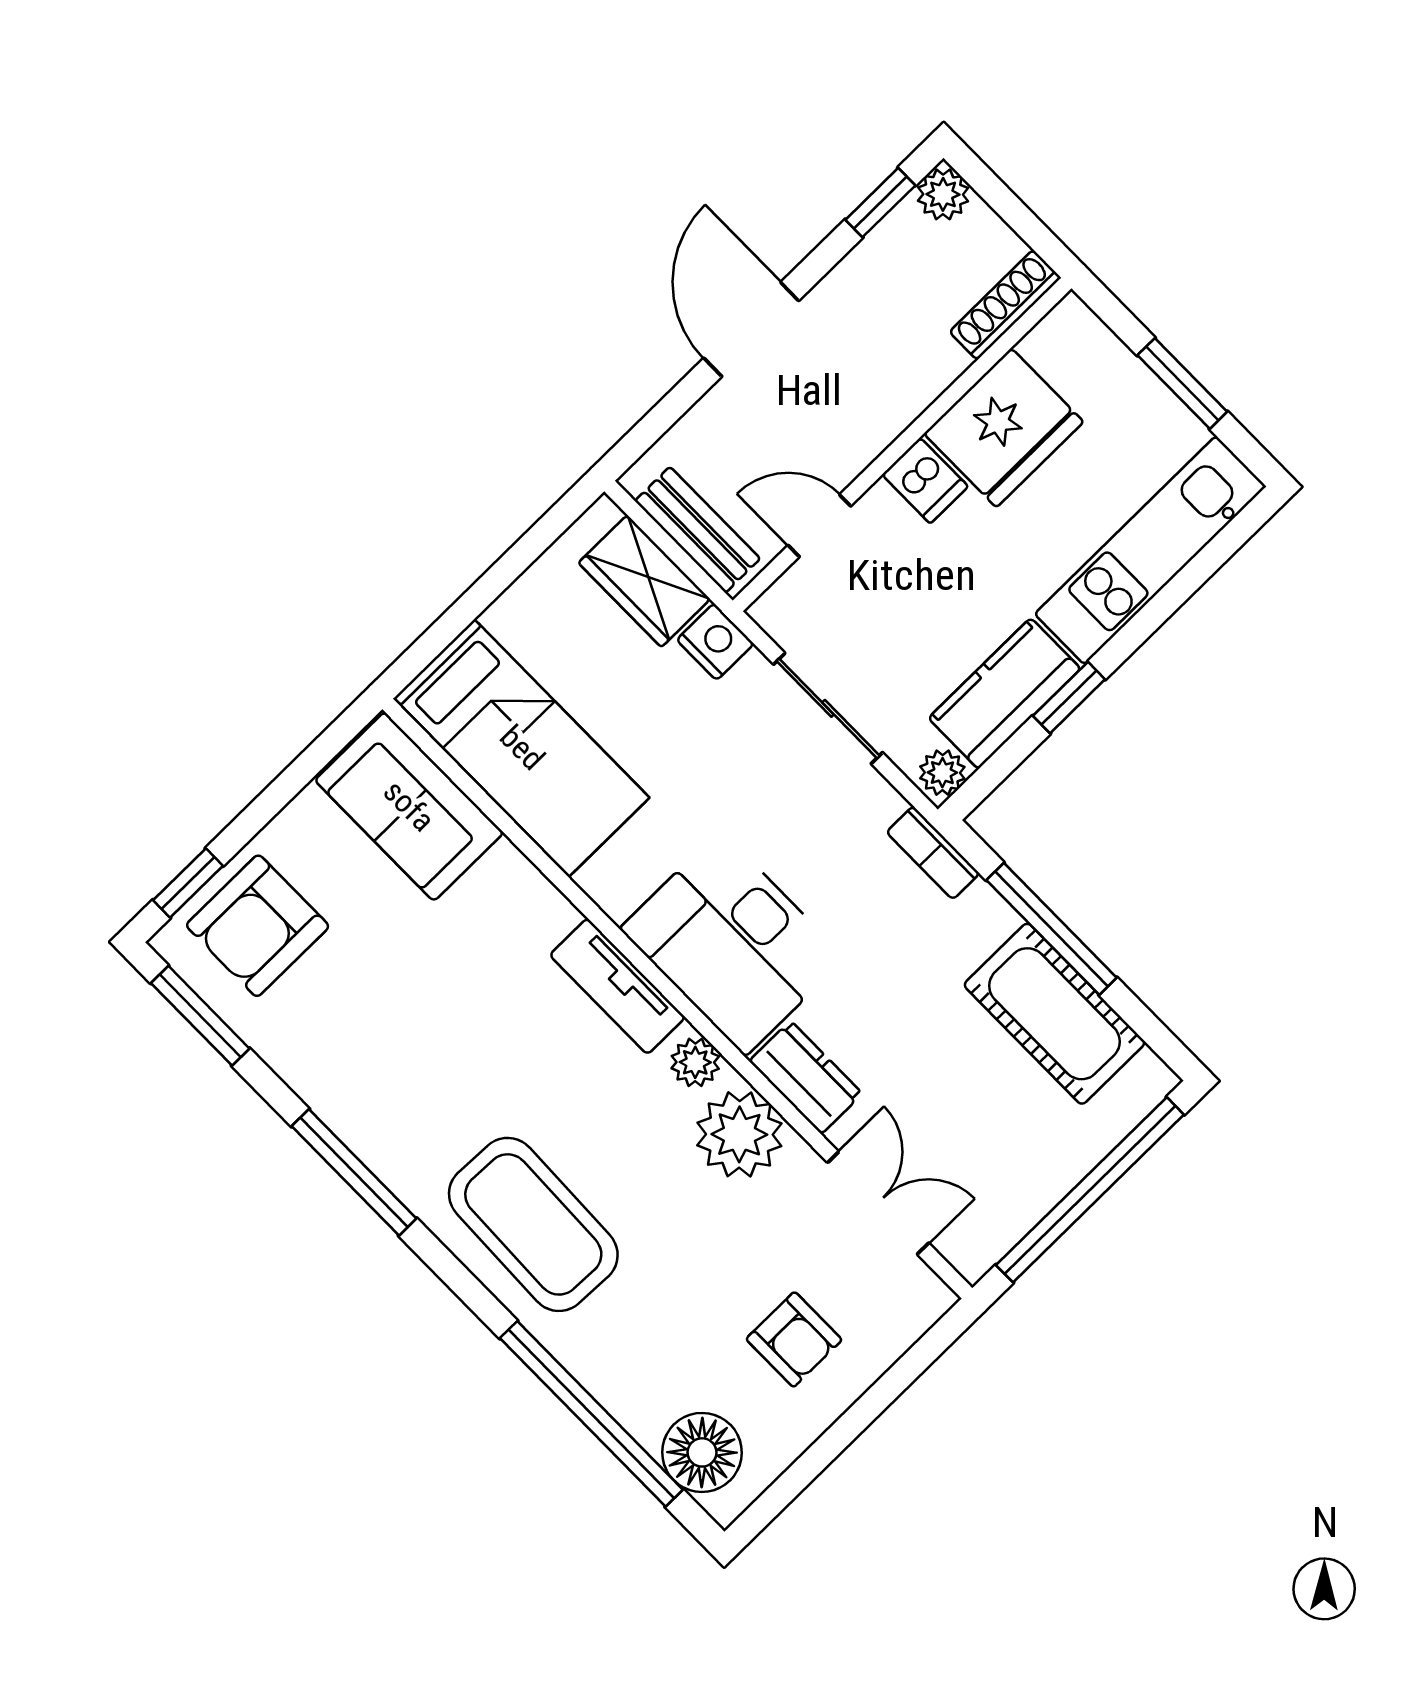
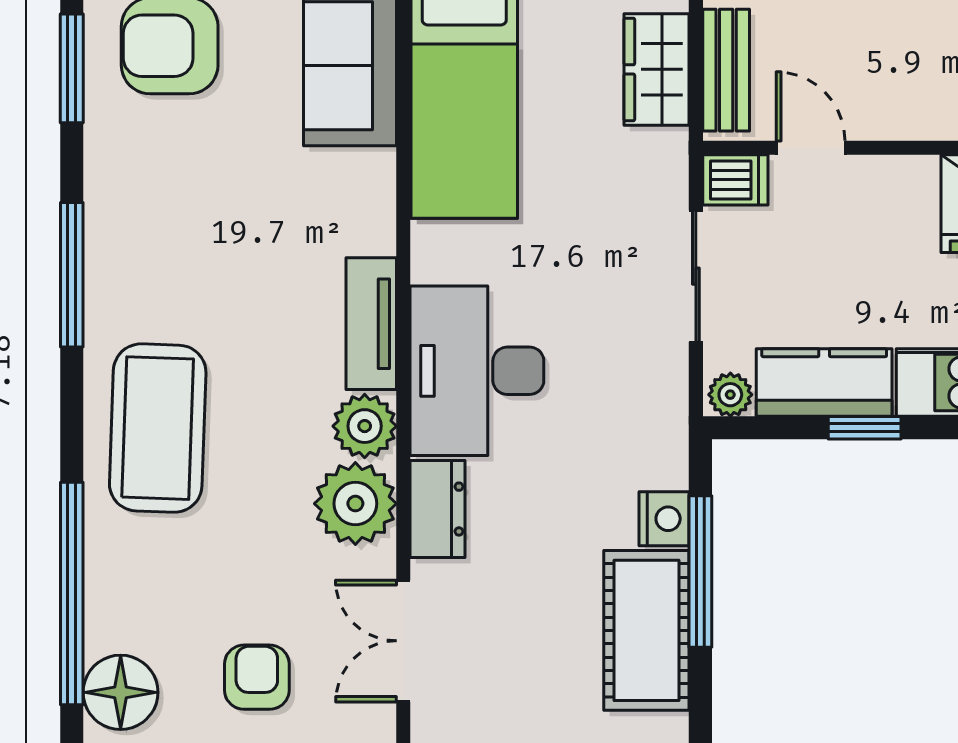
dishwasher: (925, 481) -> (735, 180), moved, turned -90
nightstand: (715, 642) -> (664, 519), moved
bookcase: (933, 853) -> (671, 442), removed
plant: (695, 1062) -> (365, 426), width x1.38, depth x1.38
double door: (878, 1203) -> (403, 641), swing flipped
armchair: (794, 1339) -> (257, 677), turned 180

